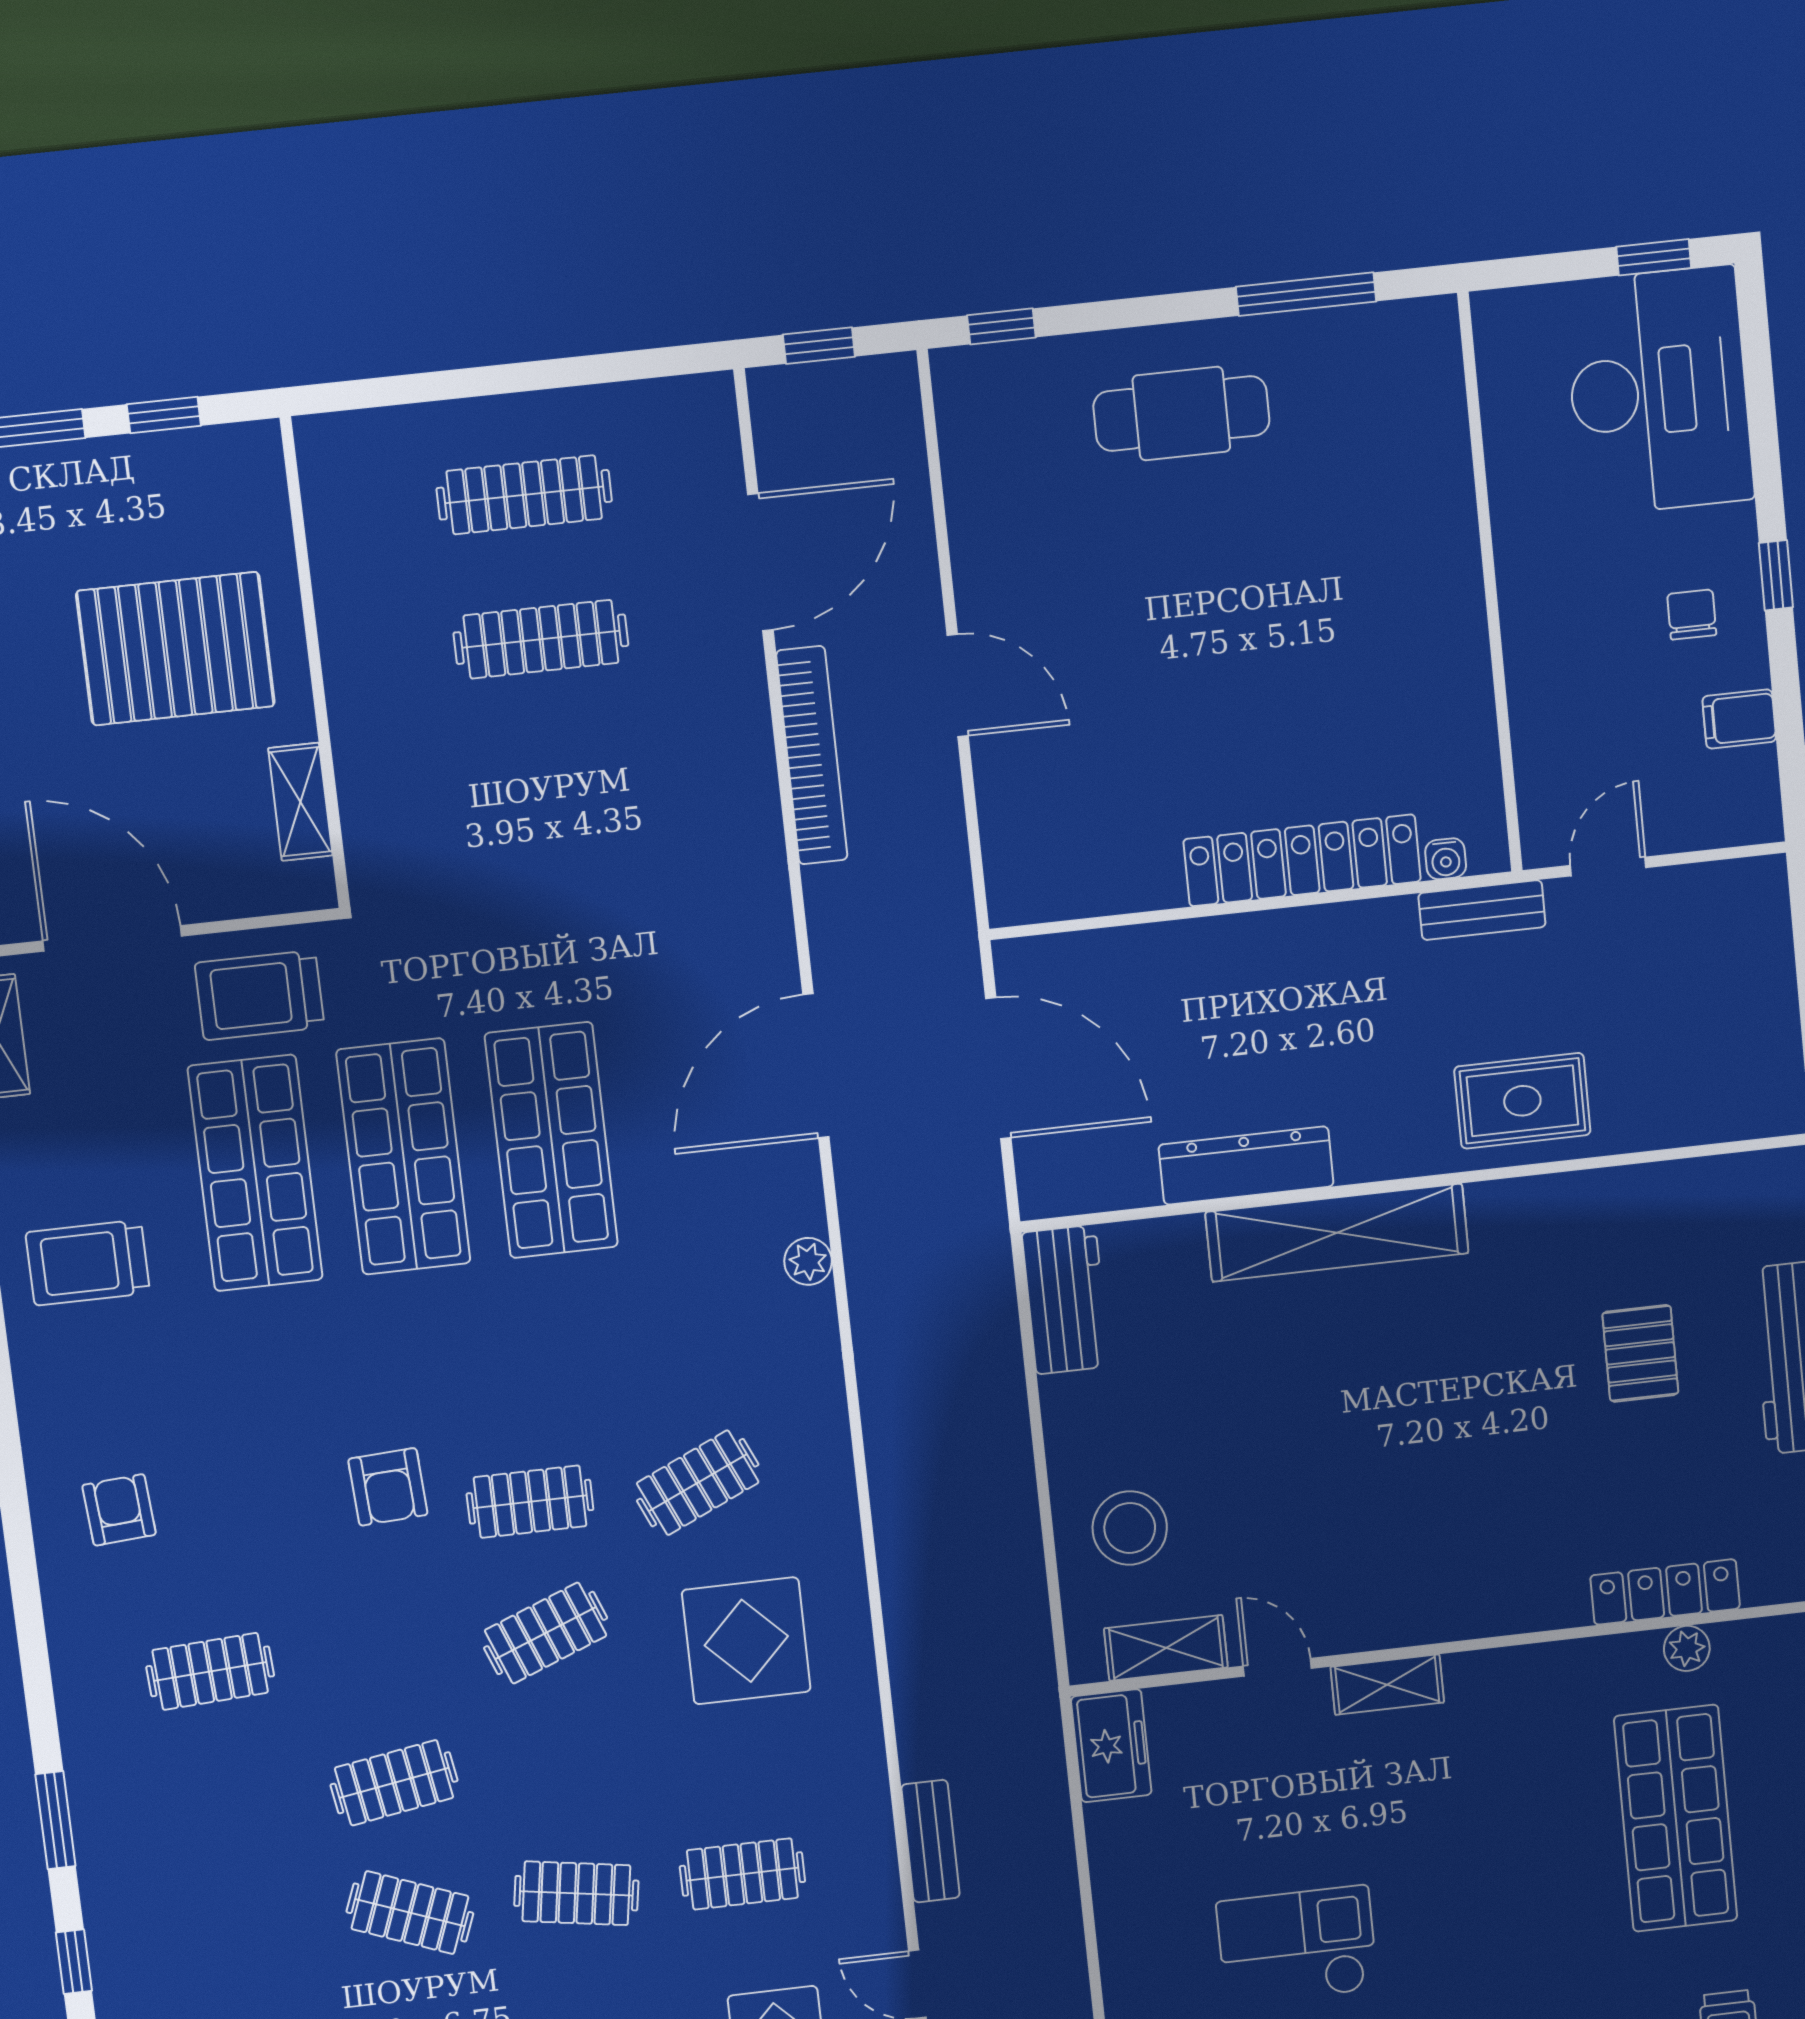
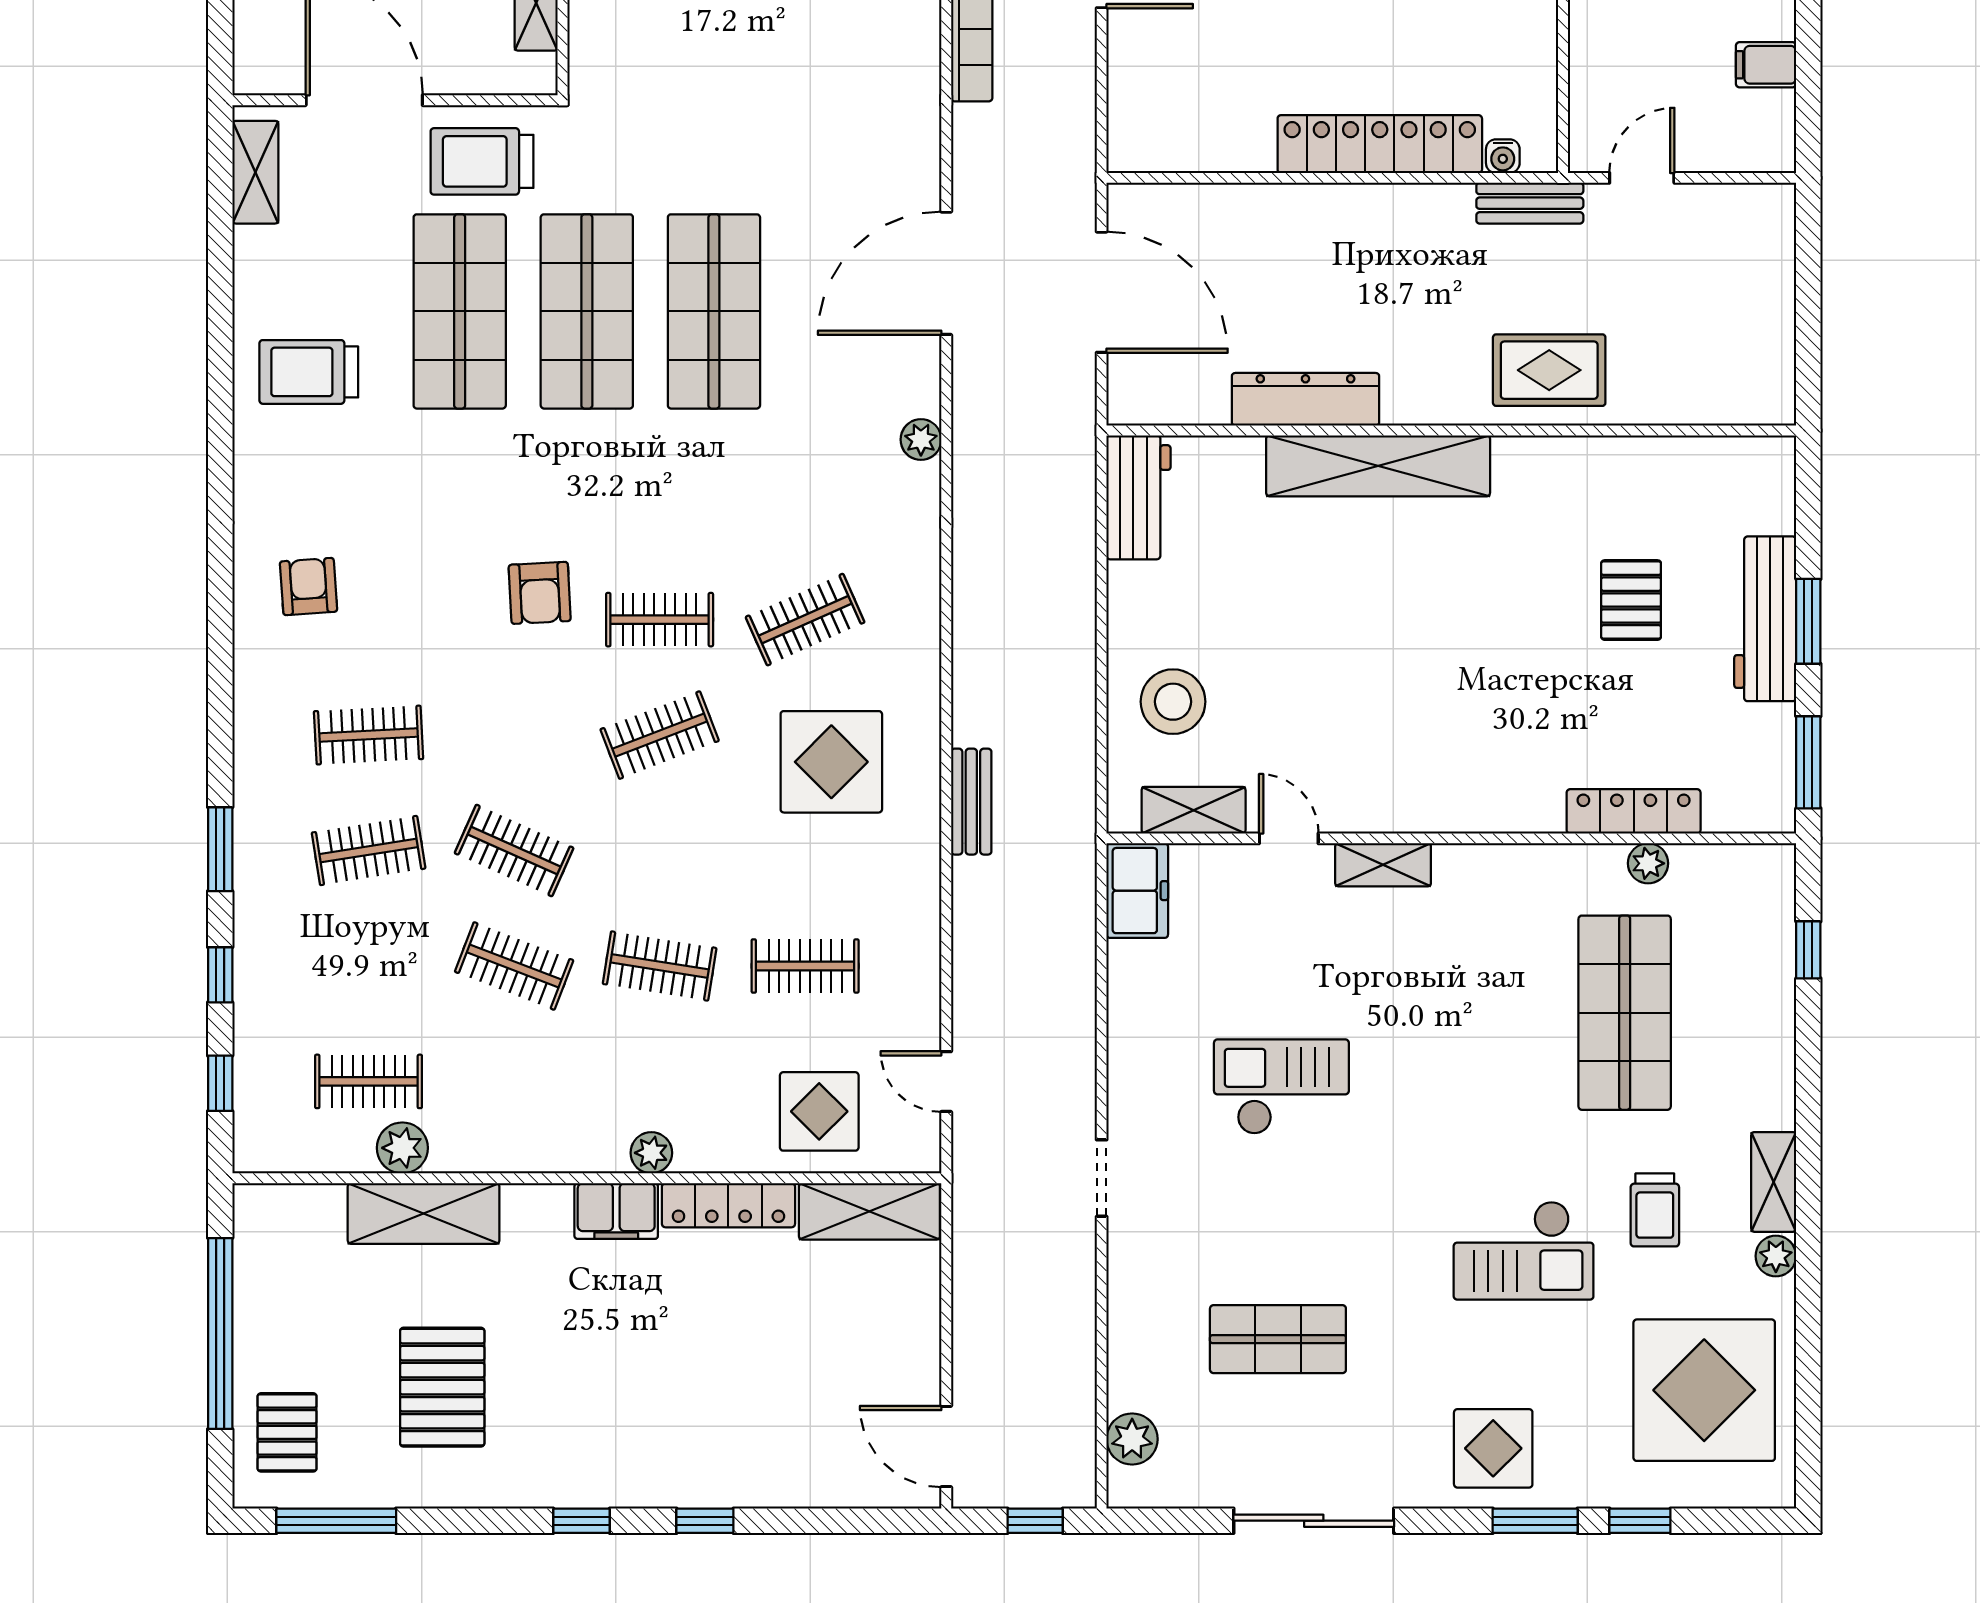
clothes rail: (394, 1783) -> (514, 851), turned 33
clothes rail: (227, 1802) -> (369, 851), added
bench: (930, 1841) -> (971, 802), moved

